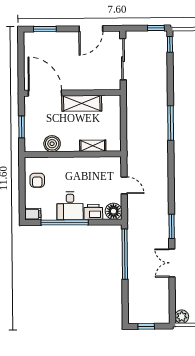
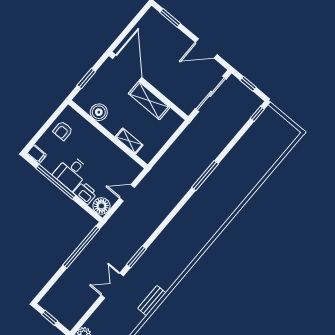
window: (156, 28) -> (248, 84), moved
door: (124, 185) -> (127, 193), swing flipped

